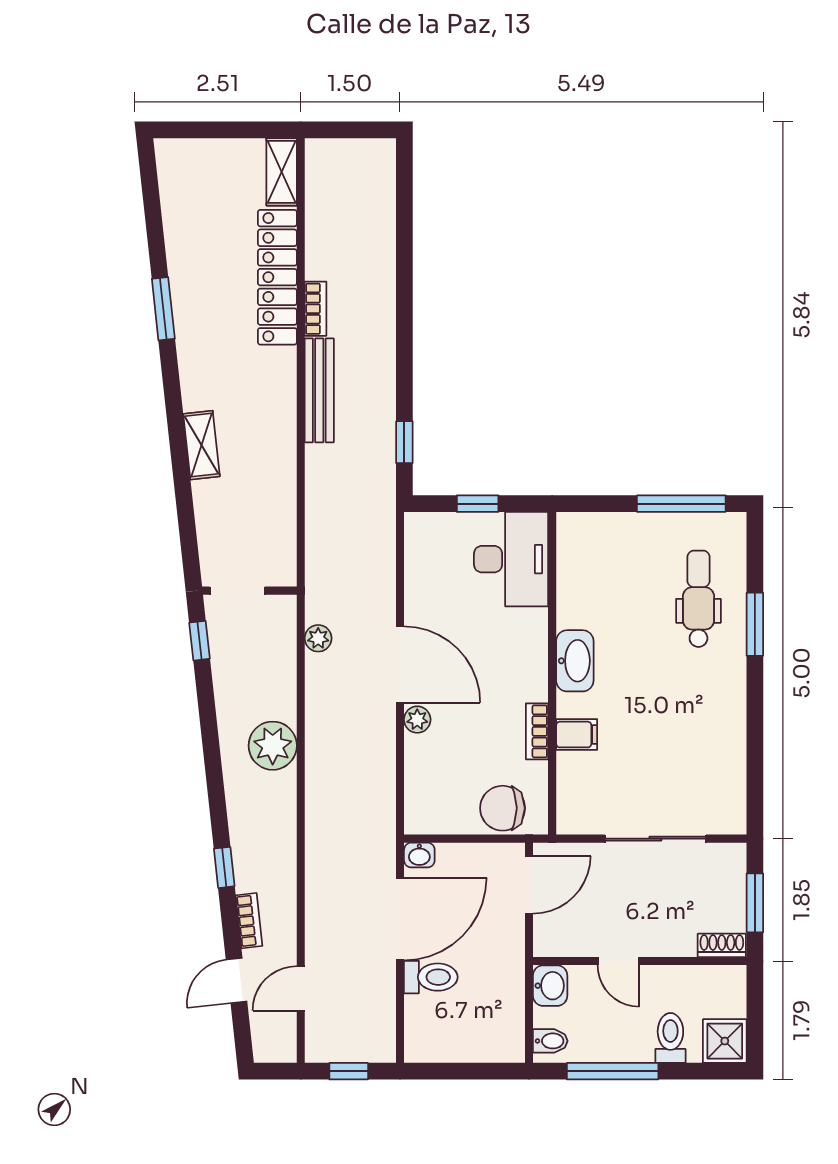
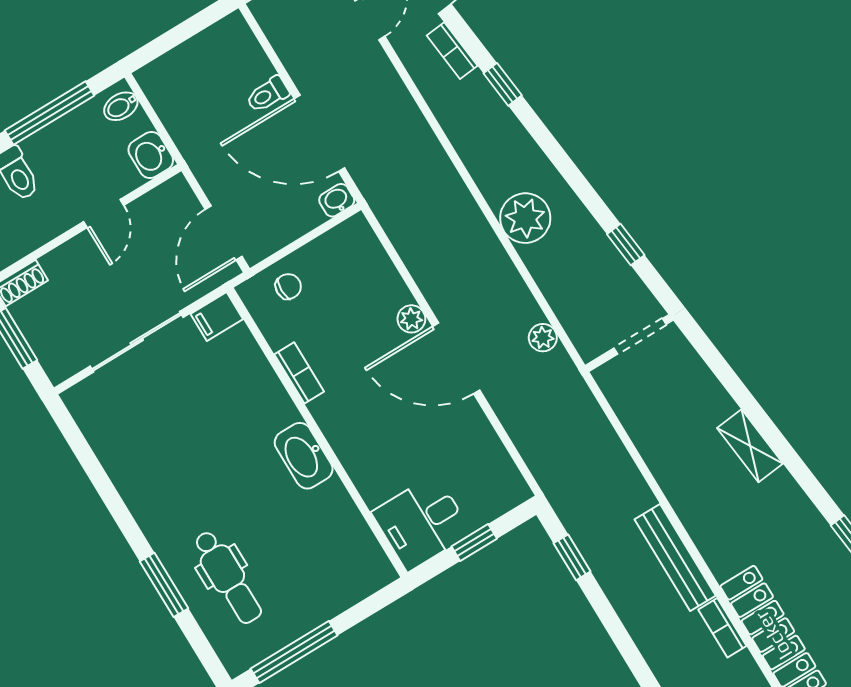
desk: (511, 559) -> (422, 523), width x0.73
window: (199, 641) -> (626, 245), moved
filing cabinet: (577, 735) -> (217, 316), moved
chair: (503, 808) -> (288, 286), width x0.54, depth x0.54
door: (400, 919) -> (319, 133), hinge flipped
door: (618, 961) -> (104, 214), swing flipped
toilet: (431, 977) -> (268, 94), width x0.73, depth x0.72

